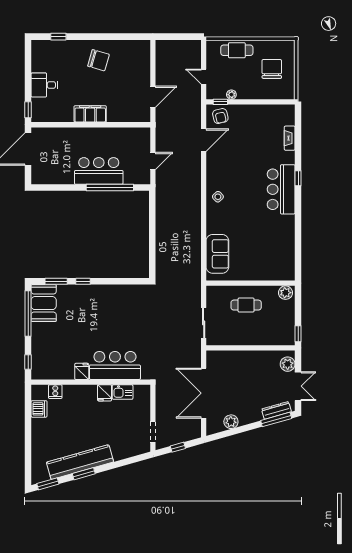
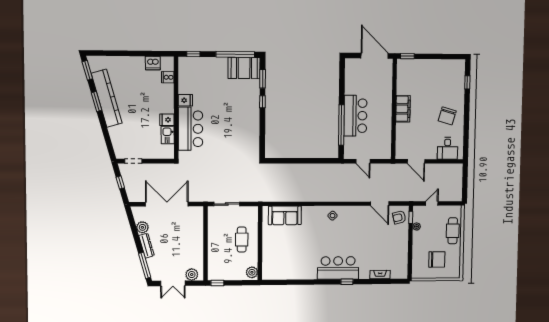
desk: (44, 85) -> (448, 148), moved, turned 180
dresser: (276, 410) -> (146, 246), moved

